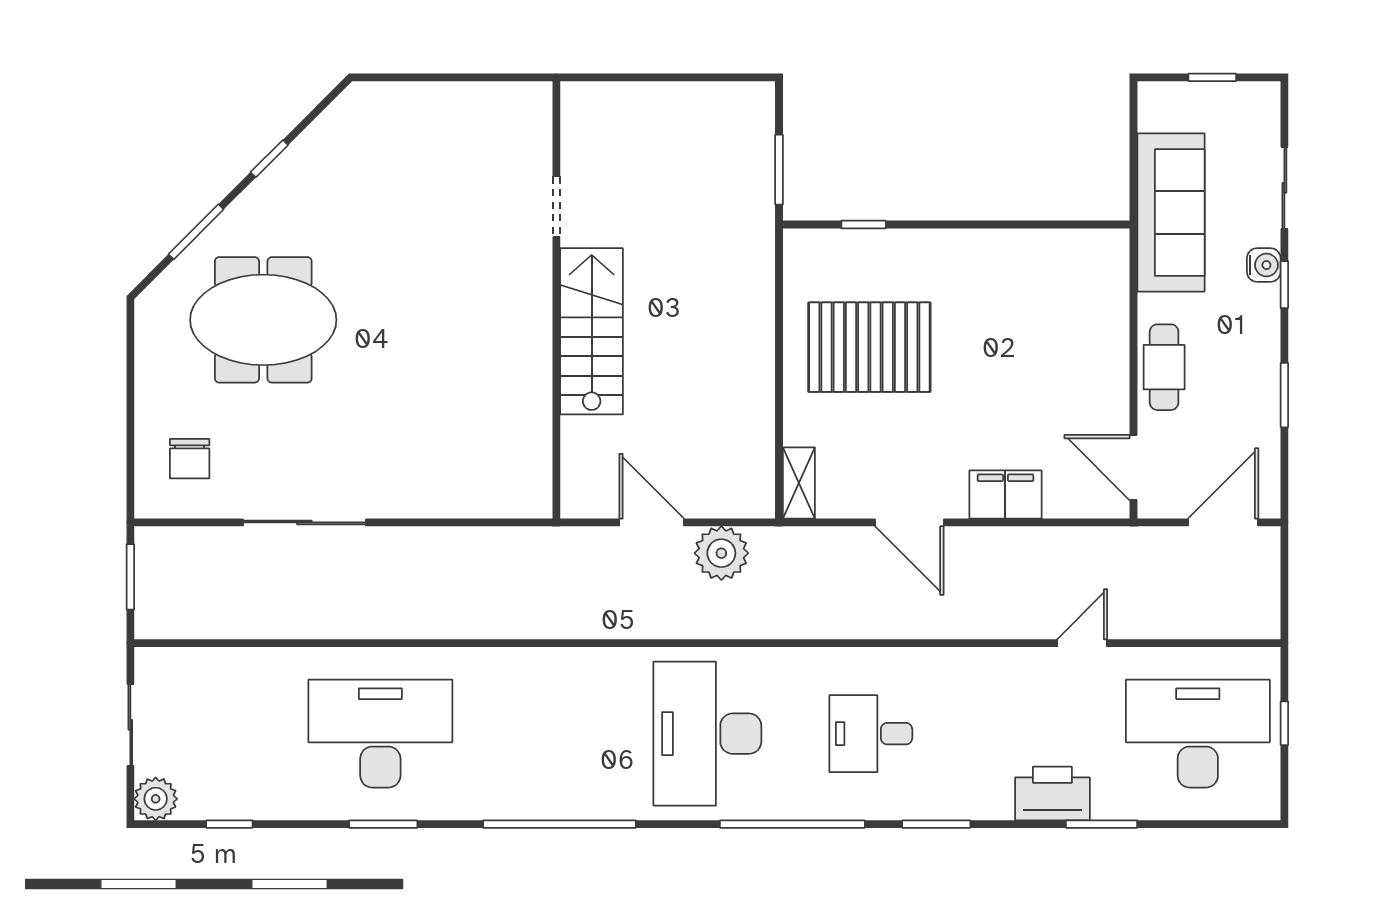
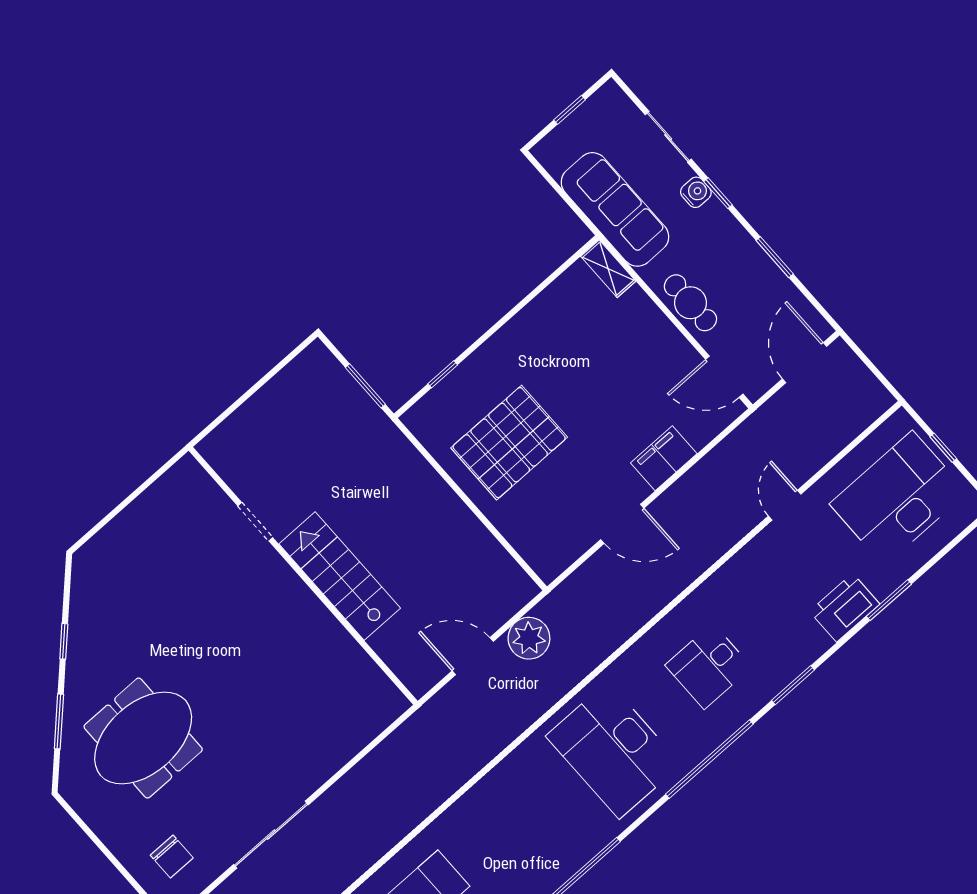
shelving: (799, 483) -> (608, 269), moved

